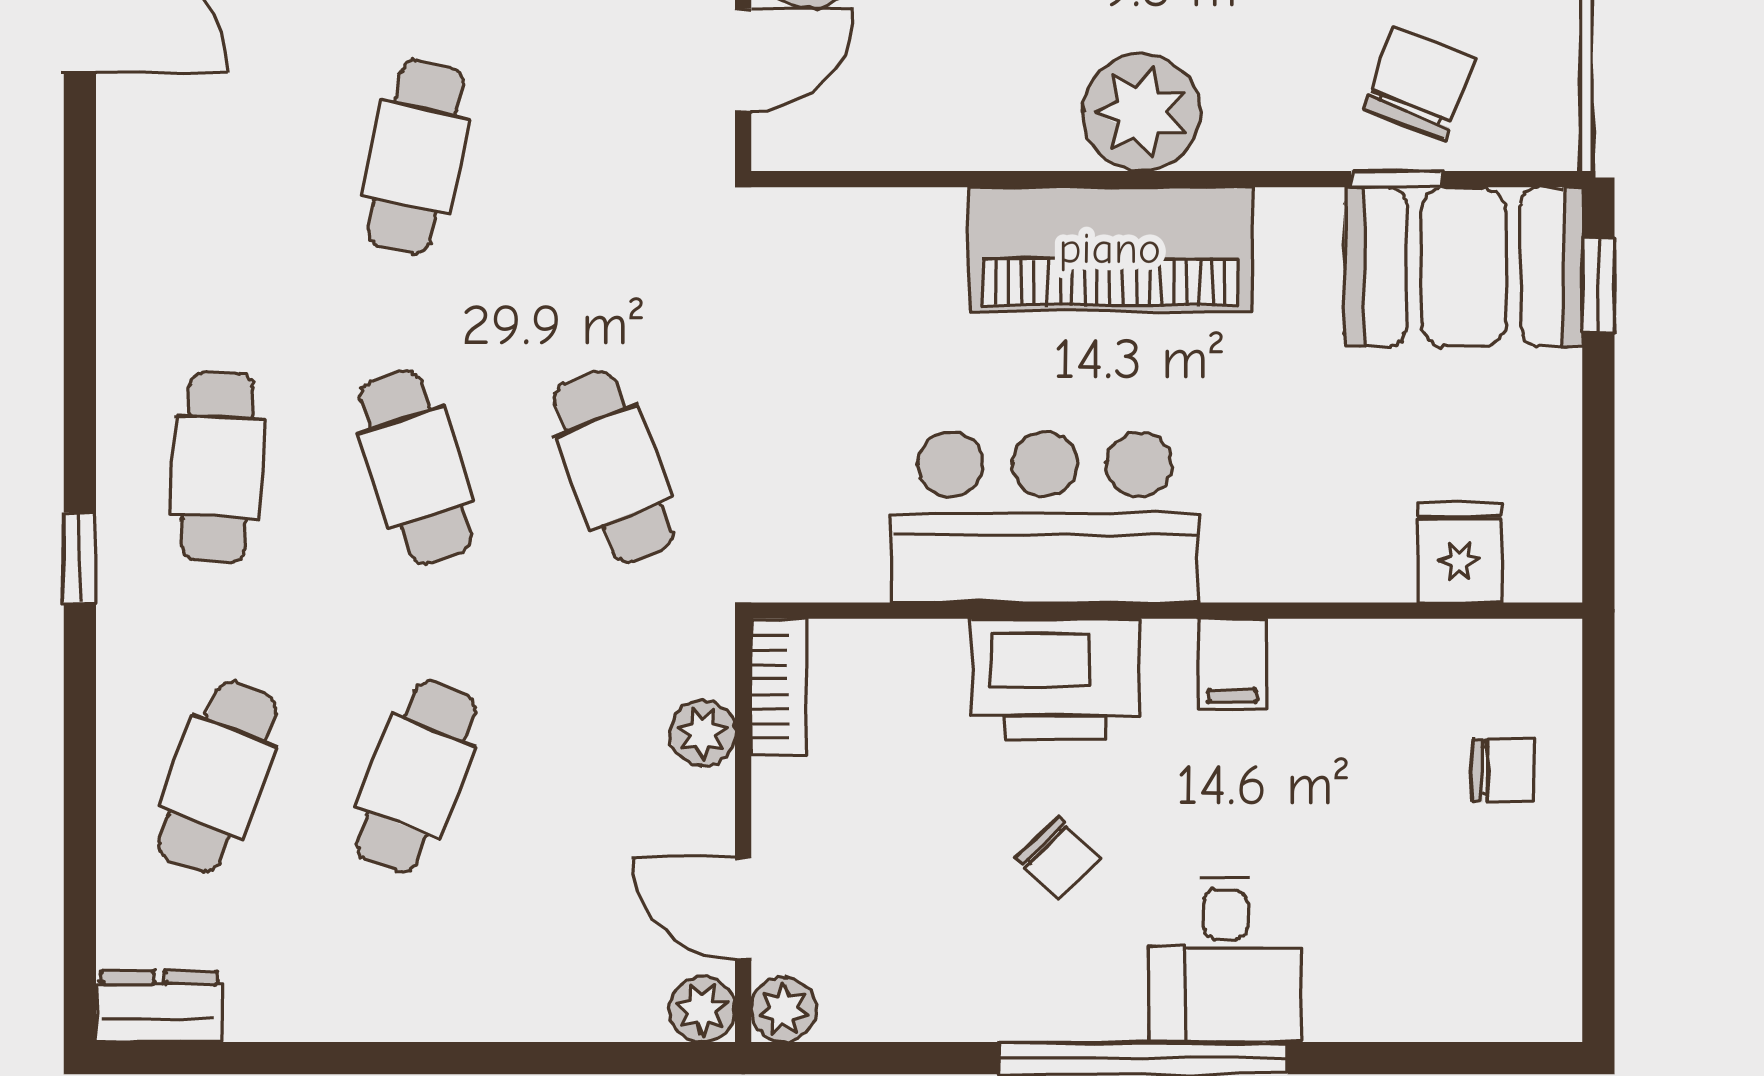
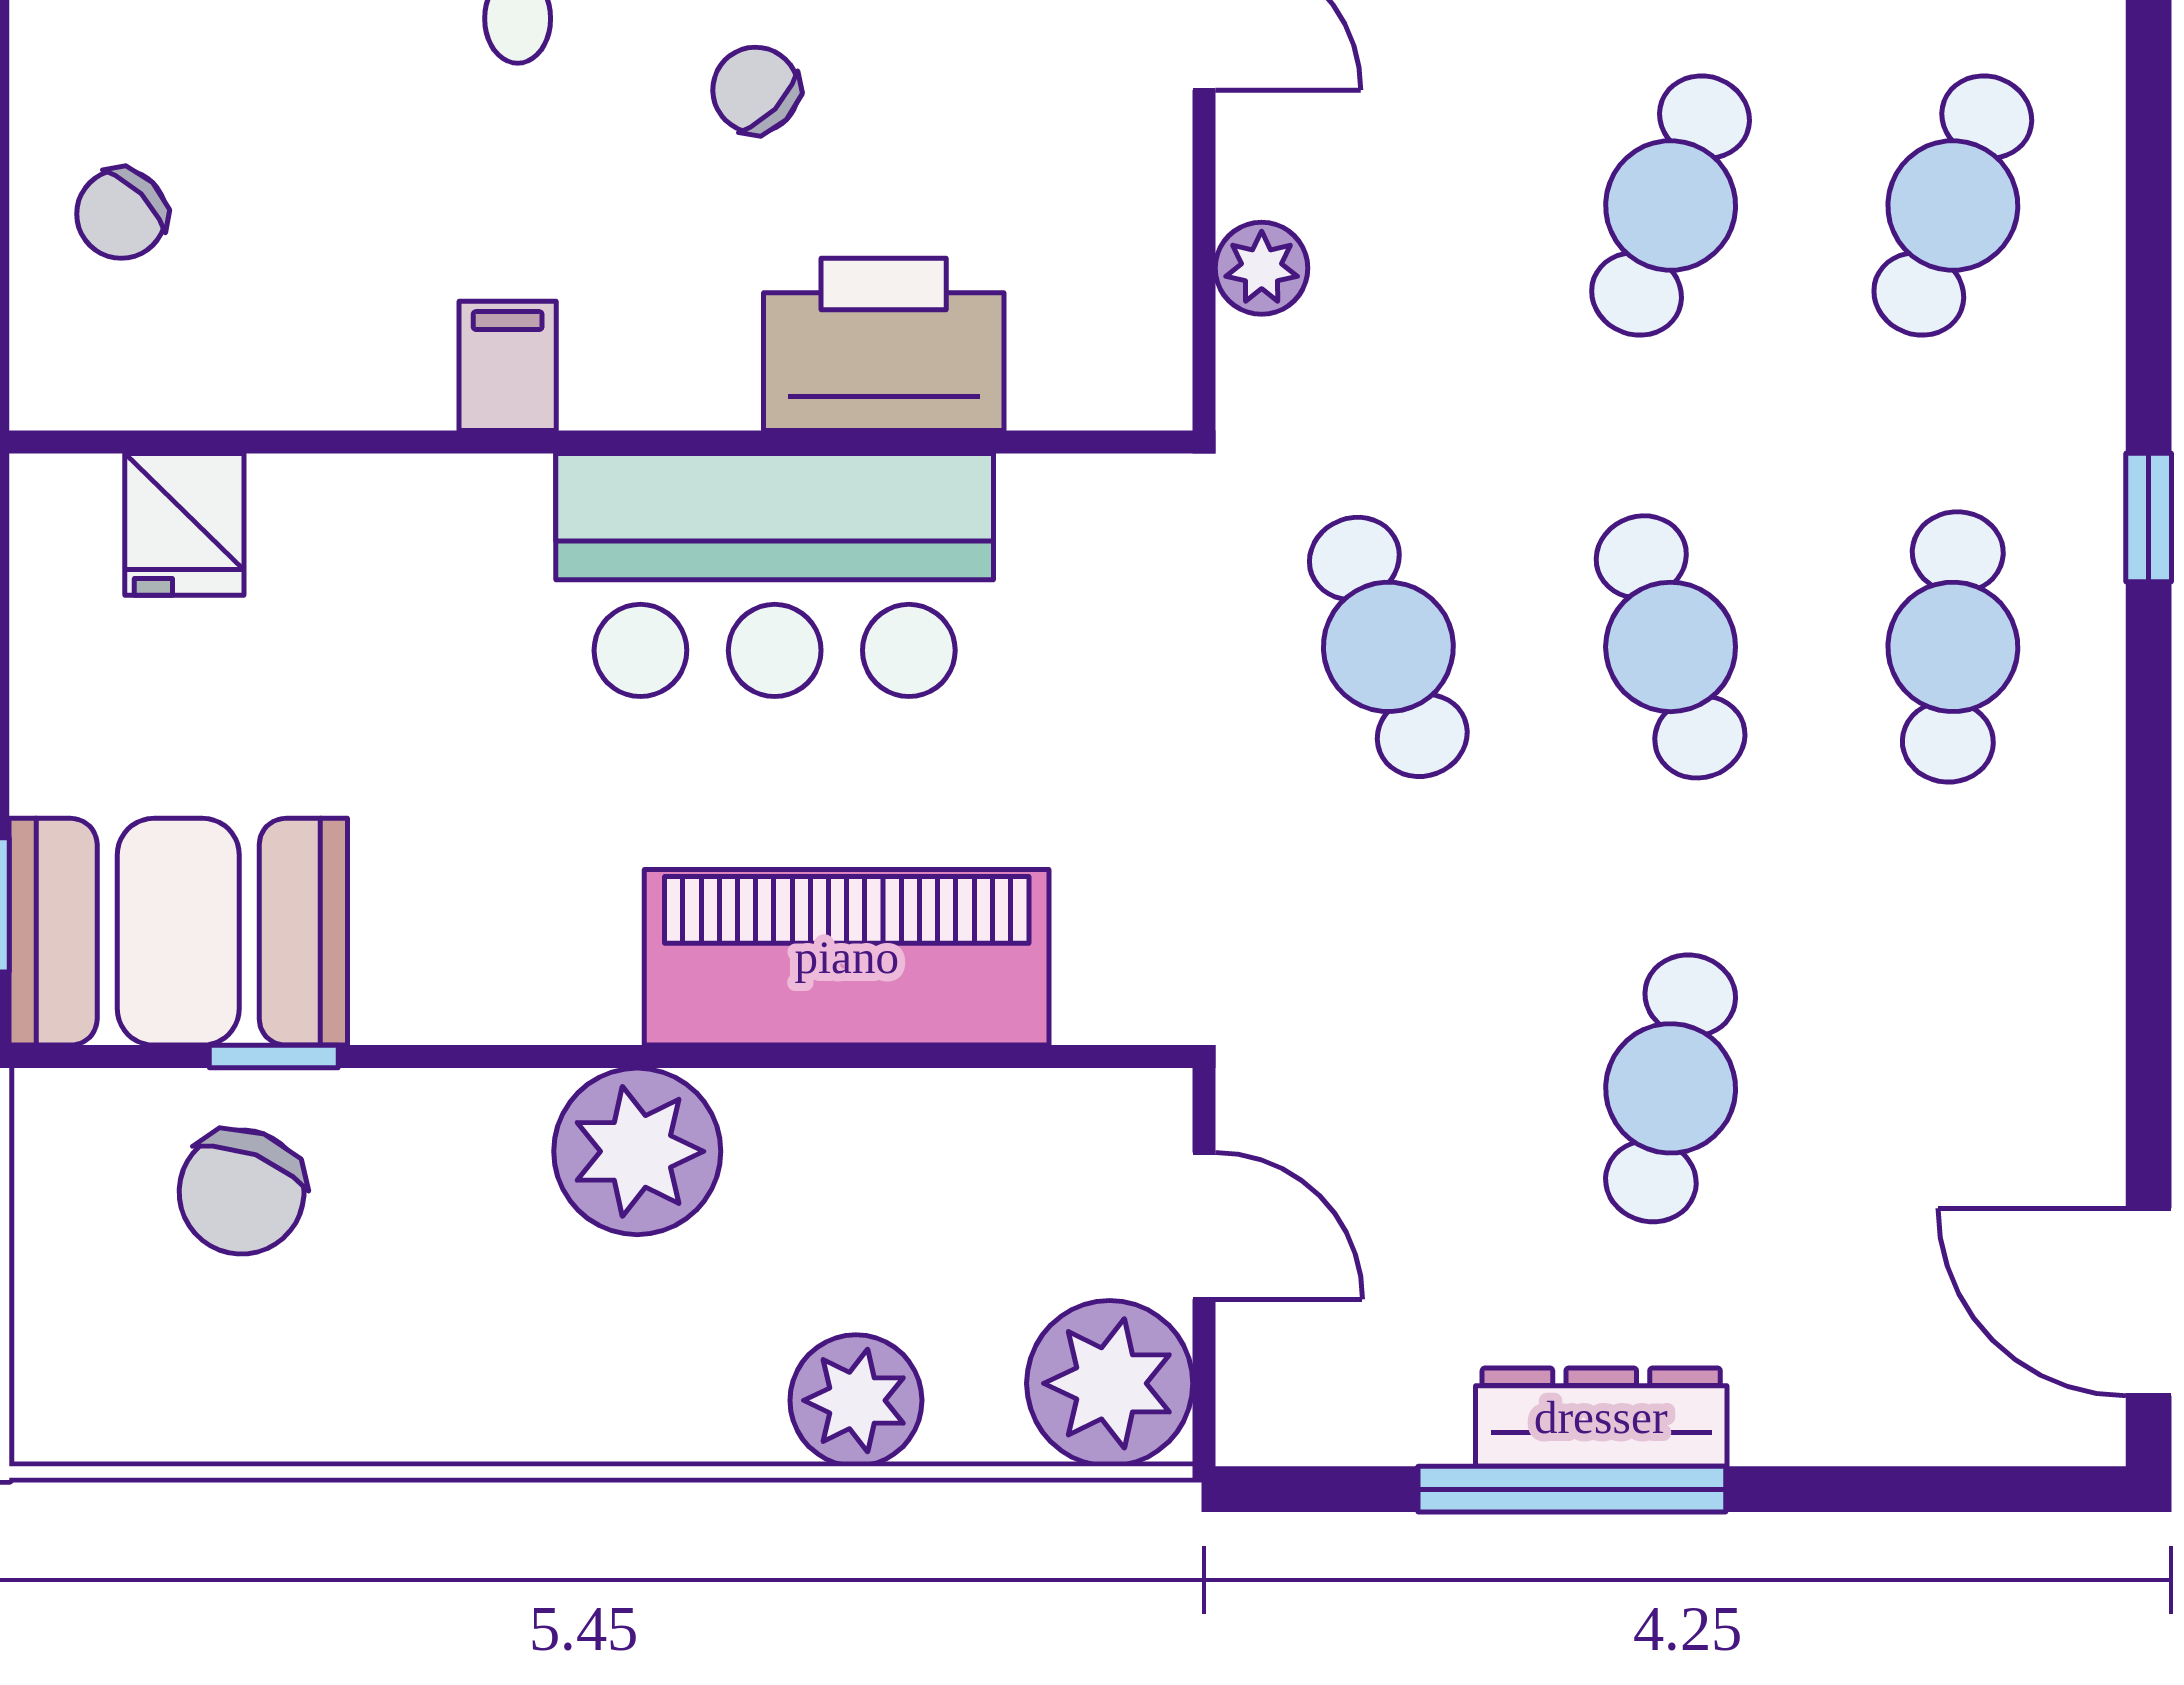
door: (743, 60) -> (1204, 1226), swing flipped
piano: (1110, 249) -> (847, 957), moved
printer: (1056, 679) -> (884, 344), moved
bookcase: (778, 687) -> (1154, 334), removed
chair: (1504, 771) -> (121, 214), turned -45

